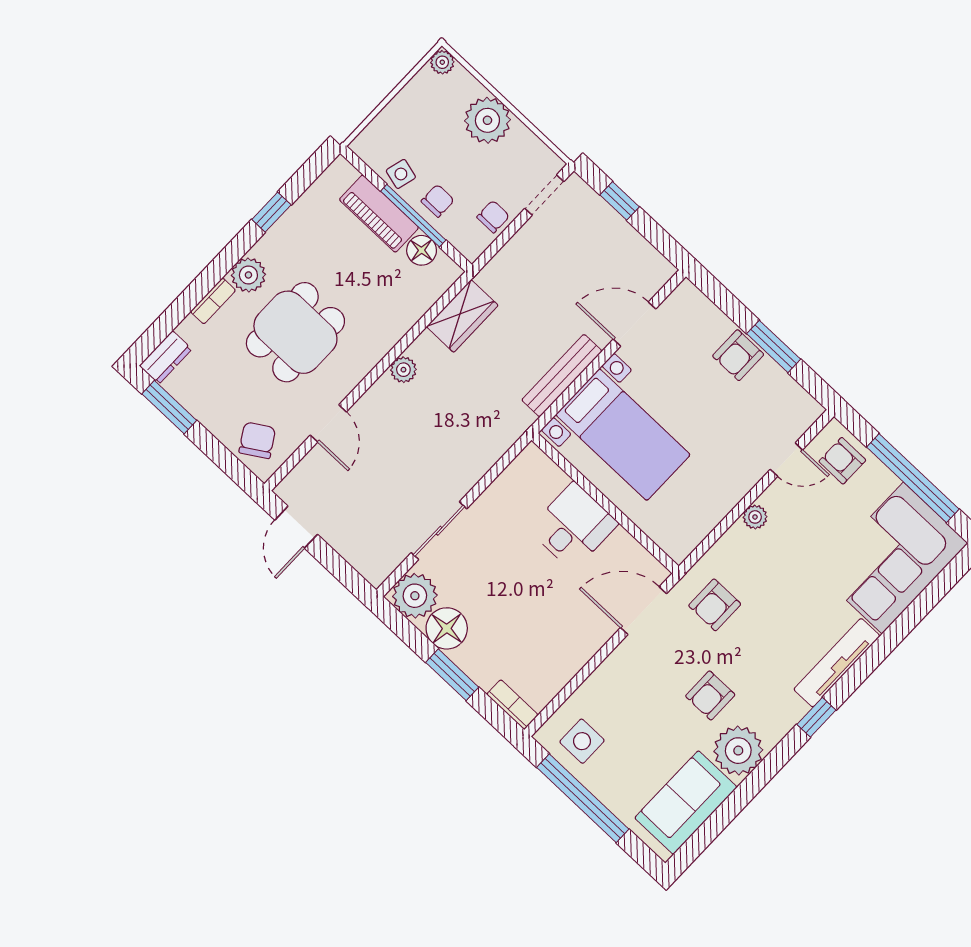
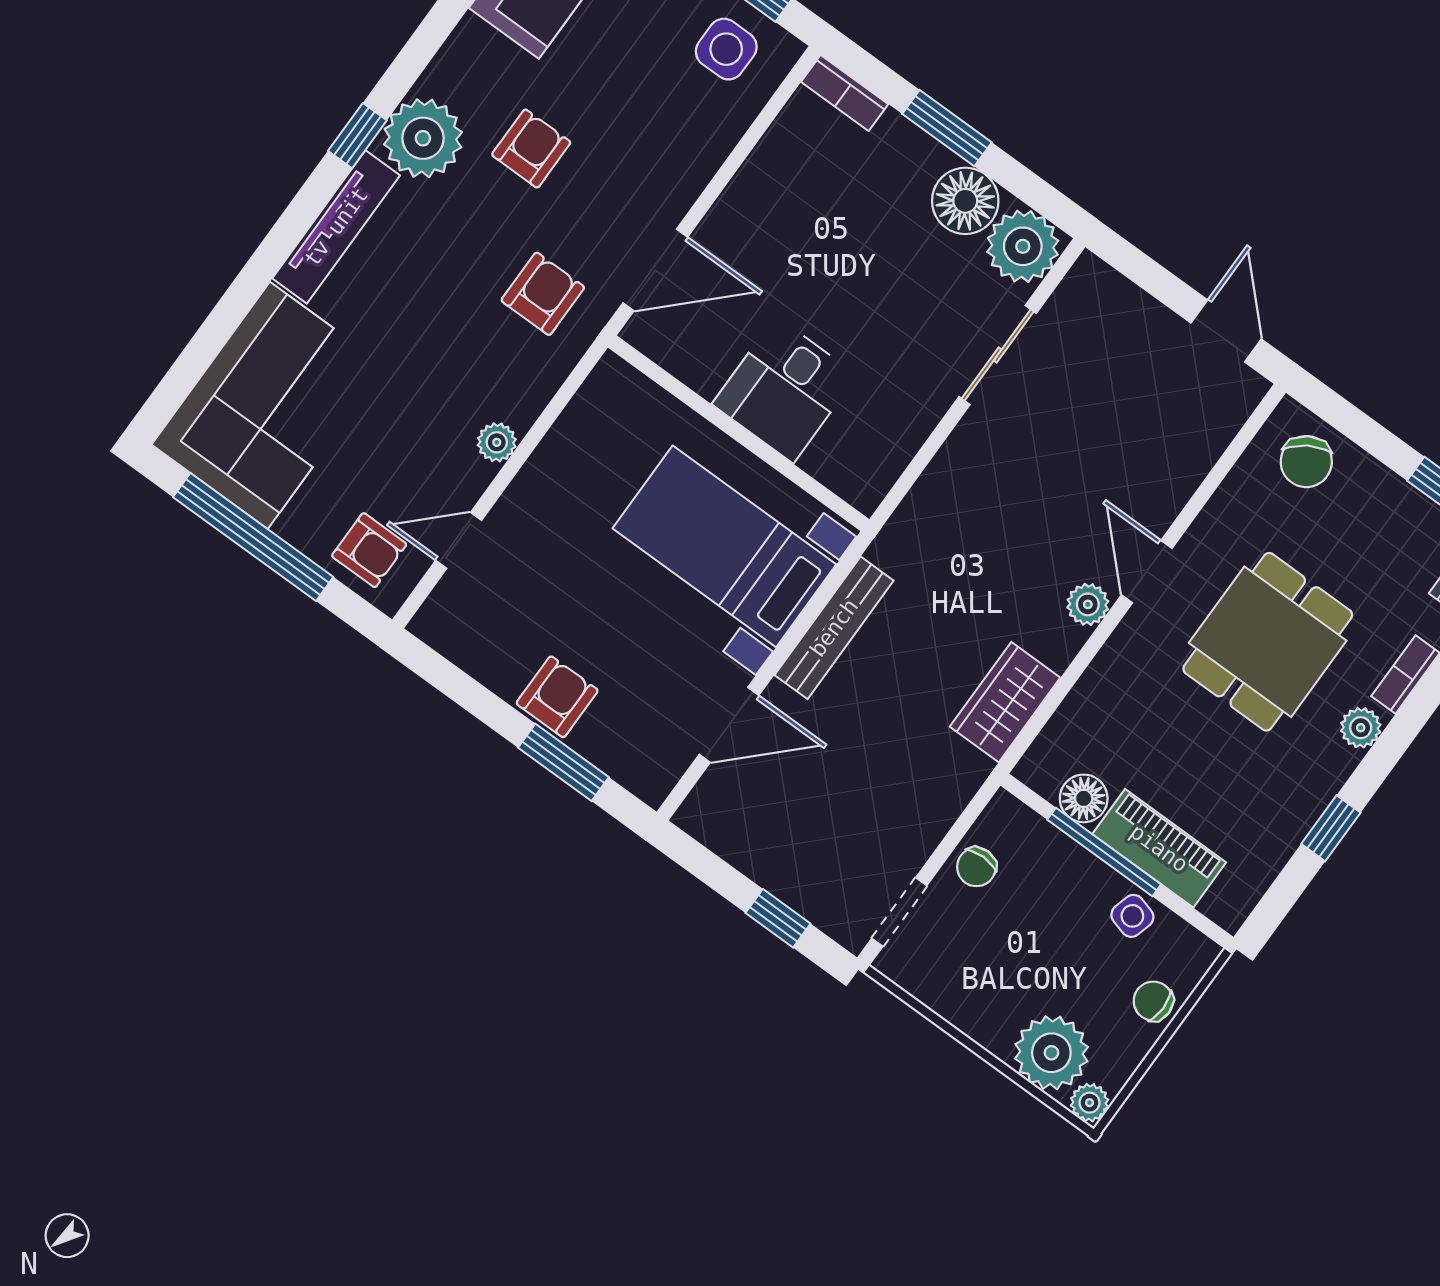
plant: (487, 120) -> (1051, 1053), moved
chair: (438, 201) -> (1153, 1001), moved, turned 90
plant: (248, 275) -> (1361, 728), width x0.73, depth x0.73
window: (774, 346) -> (563, 762), moved
door: (328, 423) -> (1147, 572), moved
plant: (738, 751) -> (423, 138), moved

